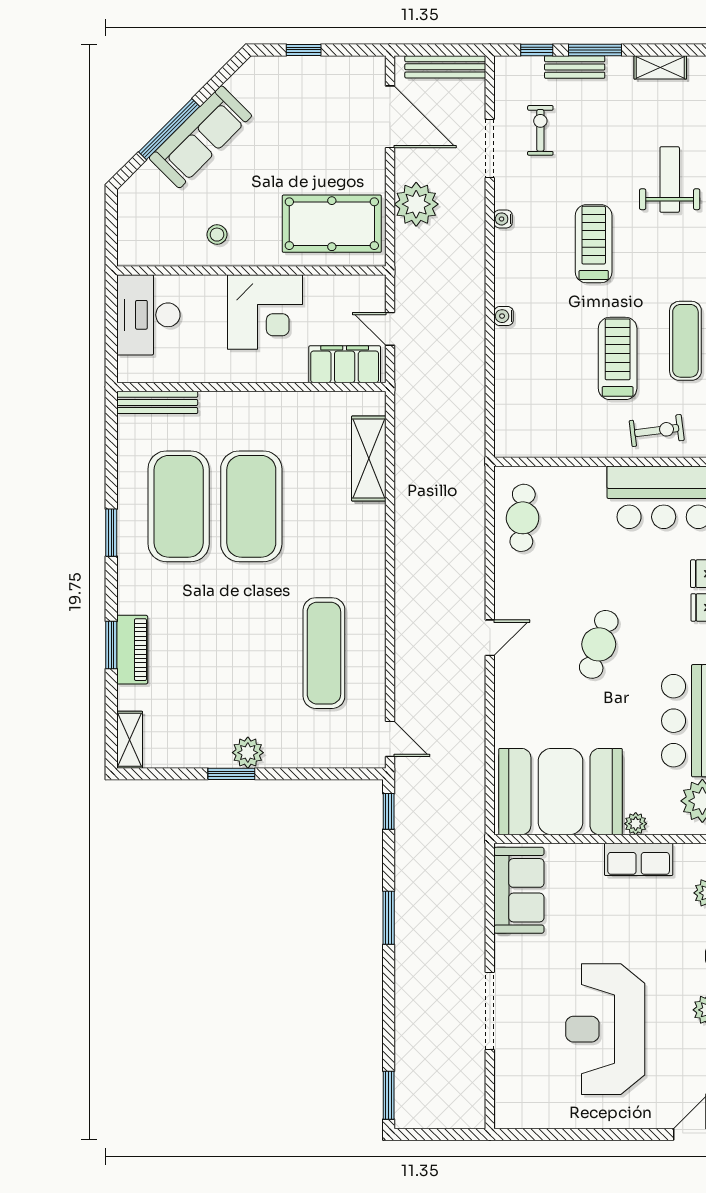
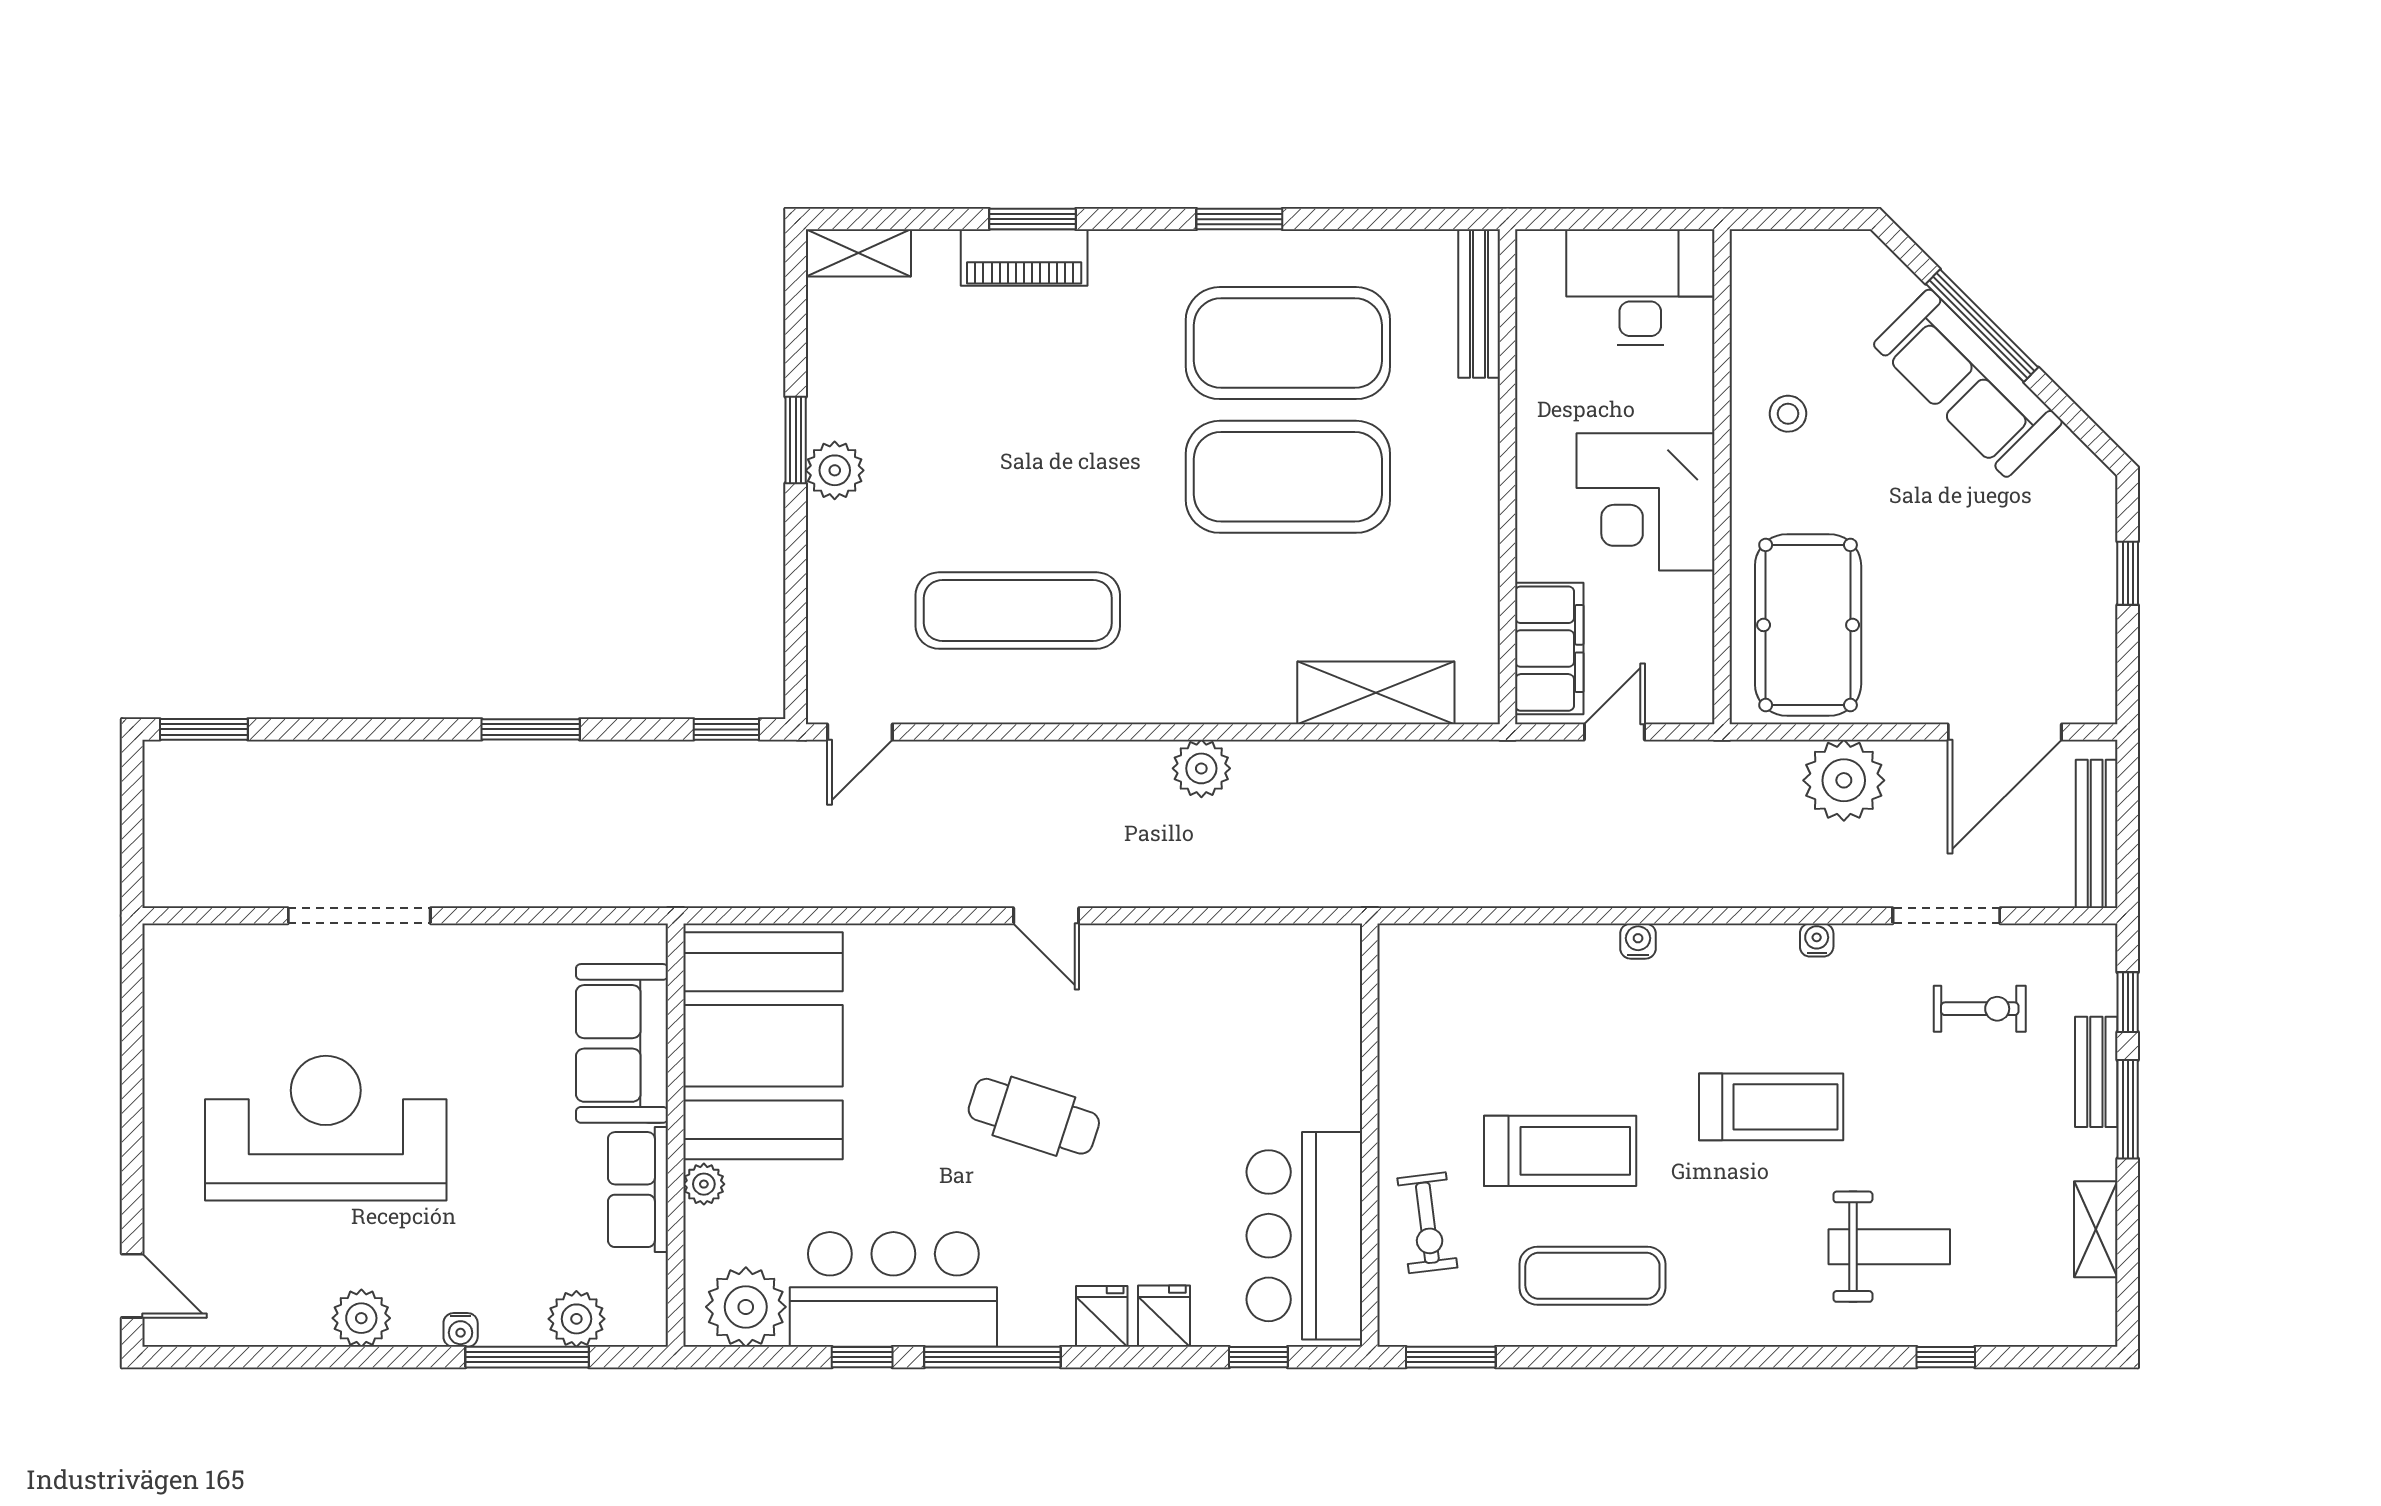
cafe table: (523, 518) -> (1267, 976), removed
plant: (410, 553) -> (1201, 768), added
sofa: (519, 890) -> (622, 1043), moved, turned 90

